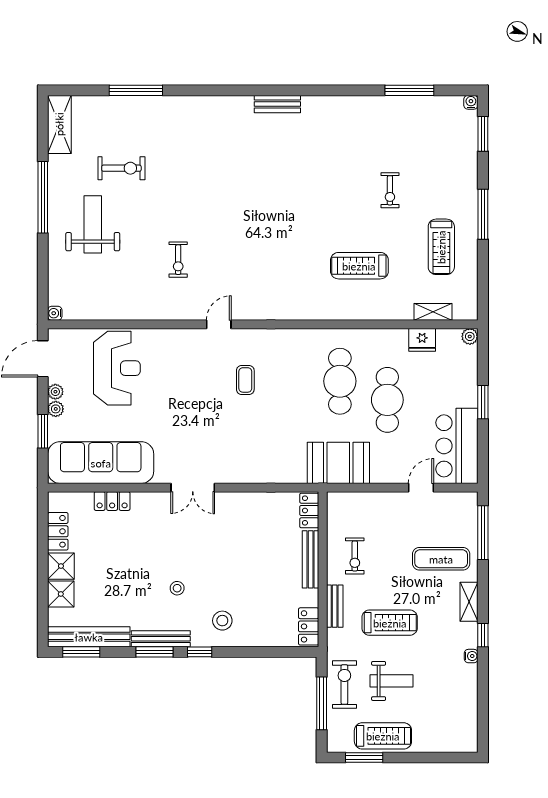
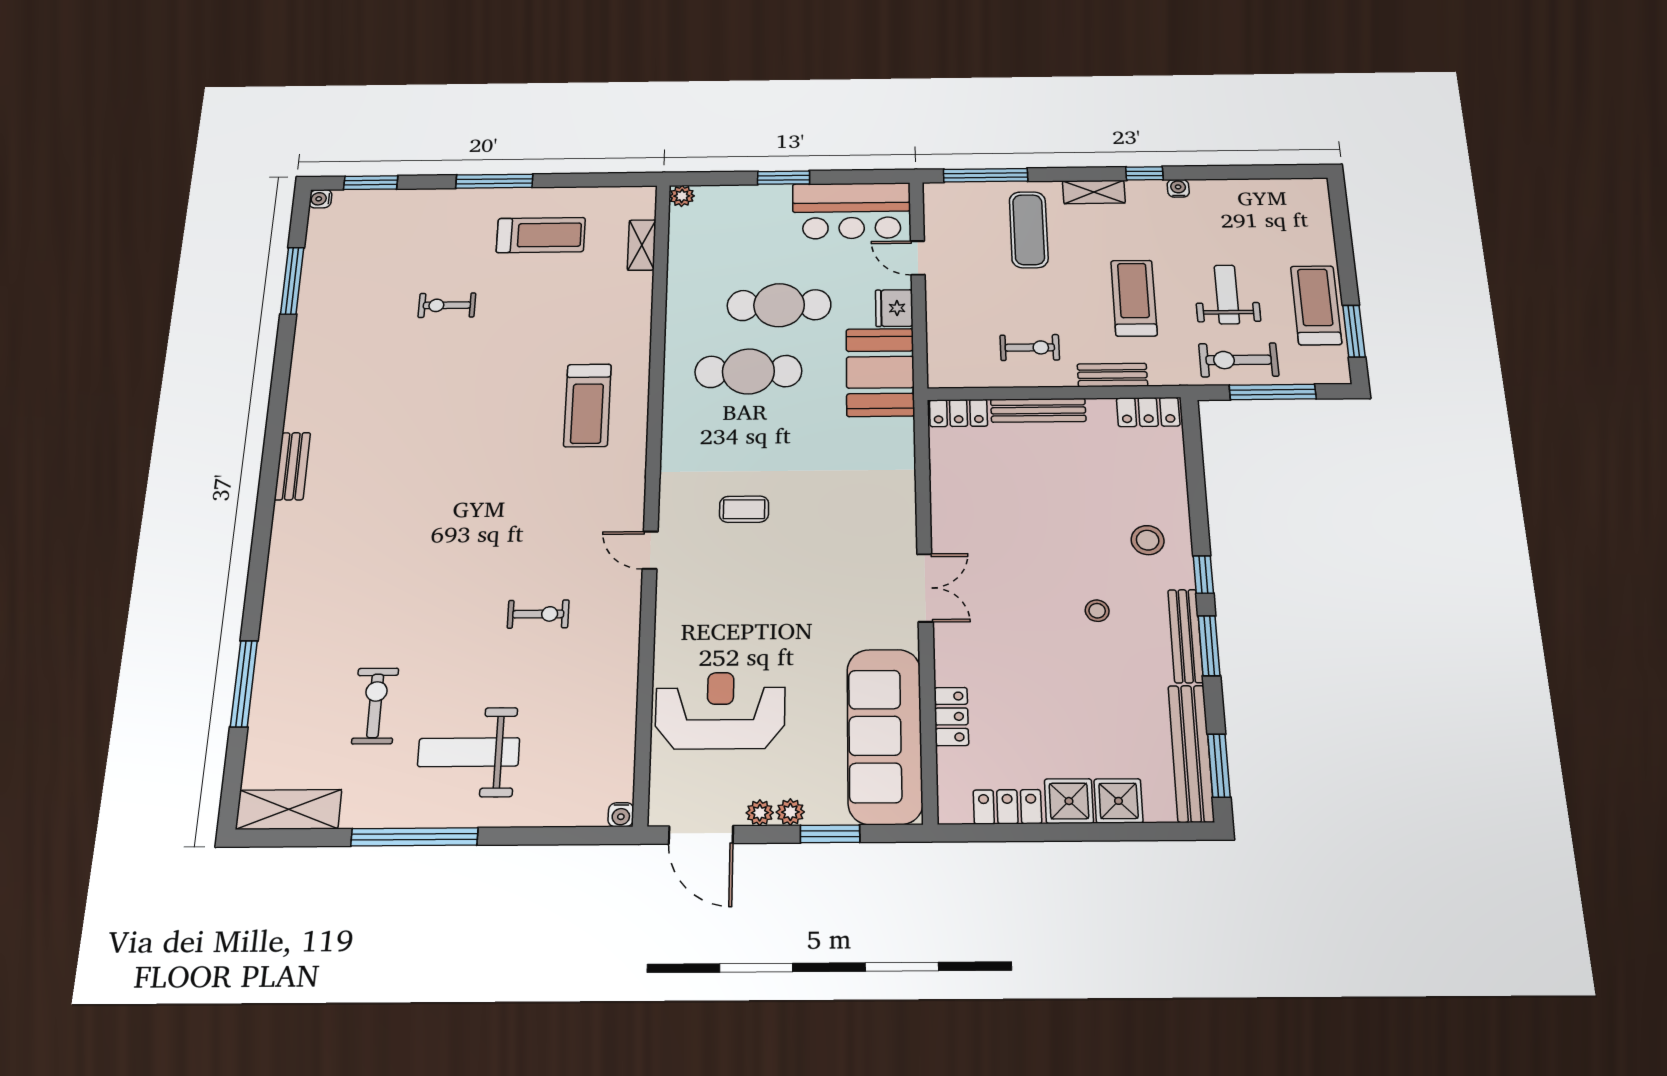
exercise bike: (390, 190) -> (447, 305), turned 180
treadmill: (359, 266) -> (587, 405), moved
fridge: (422, 340) -> (894, 308), moved, turned 180

